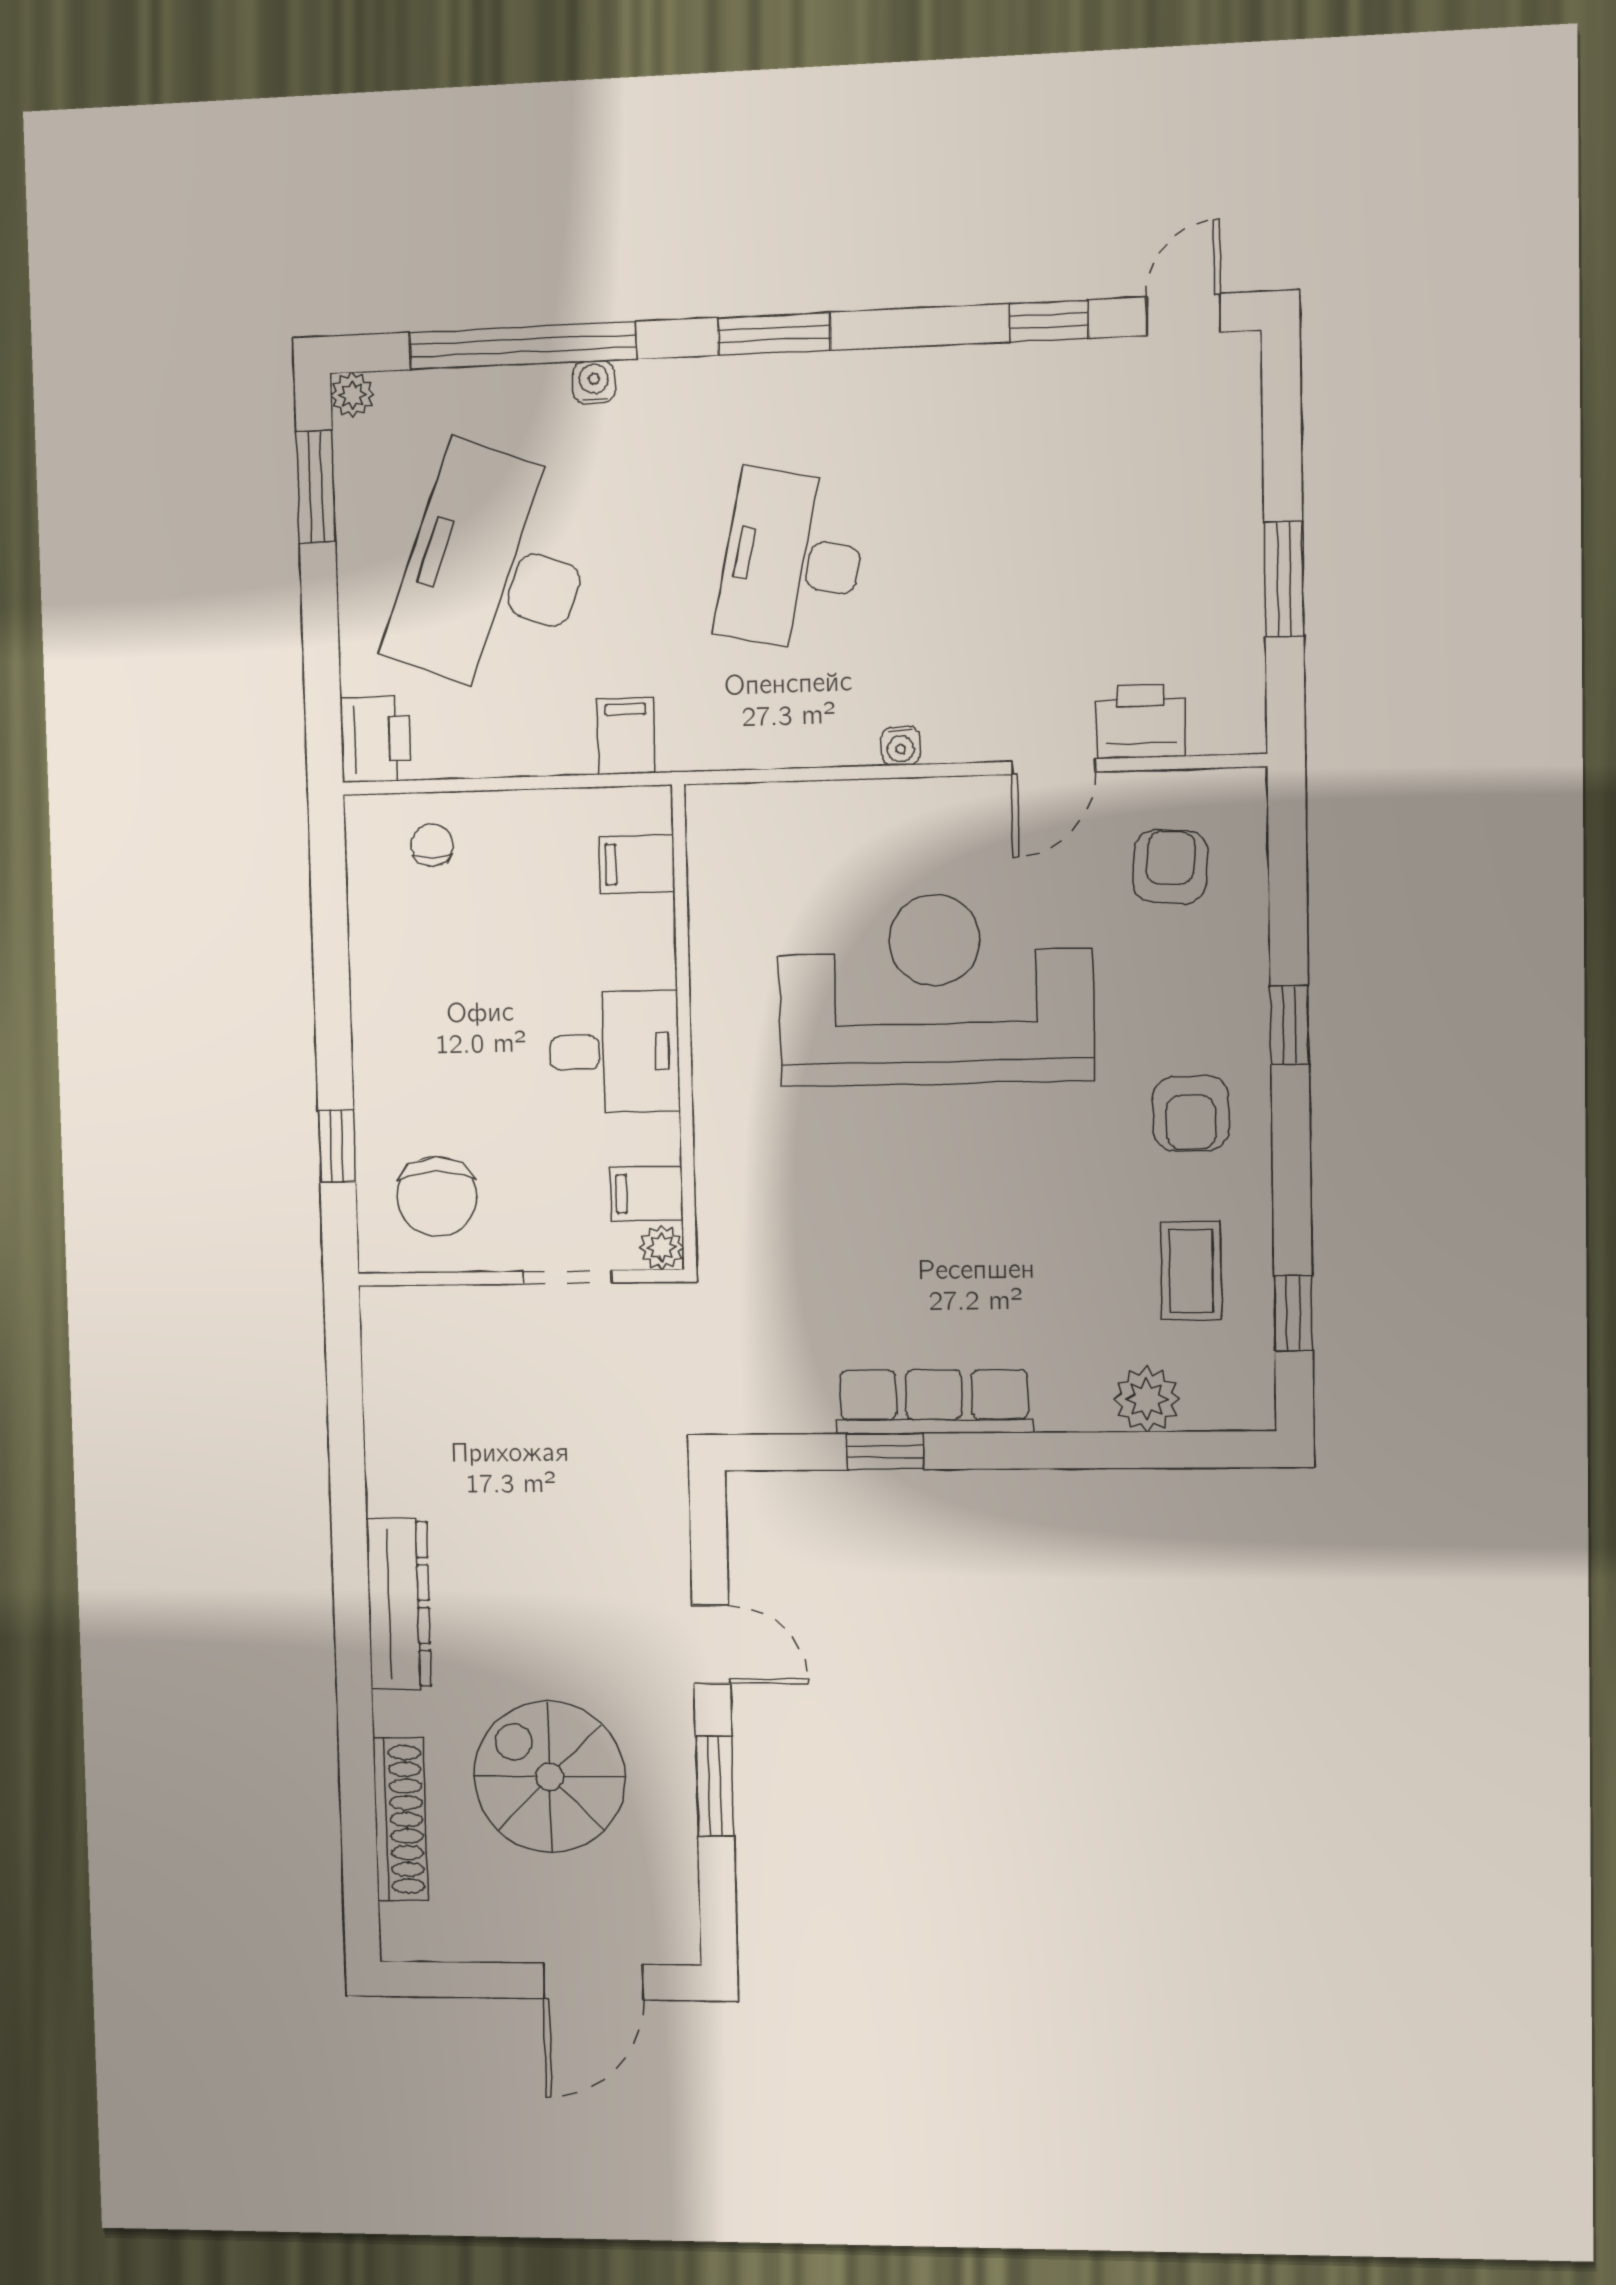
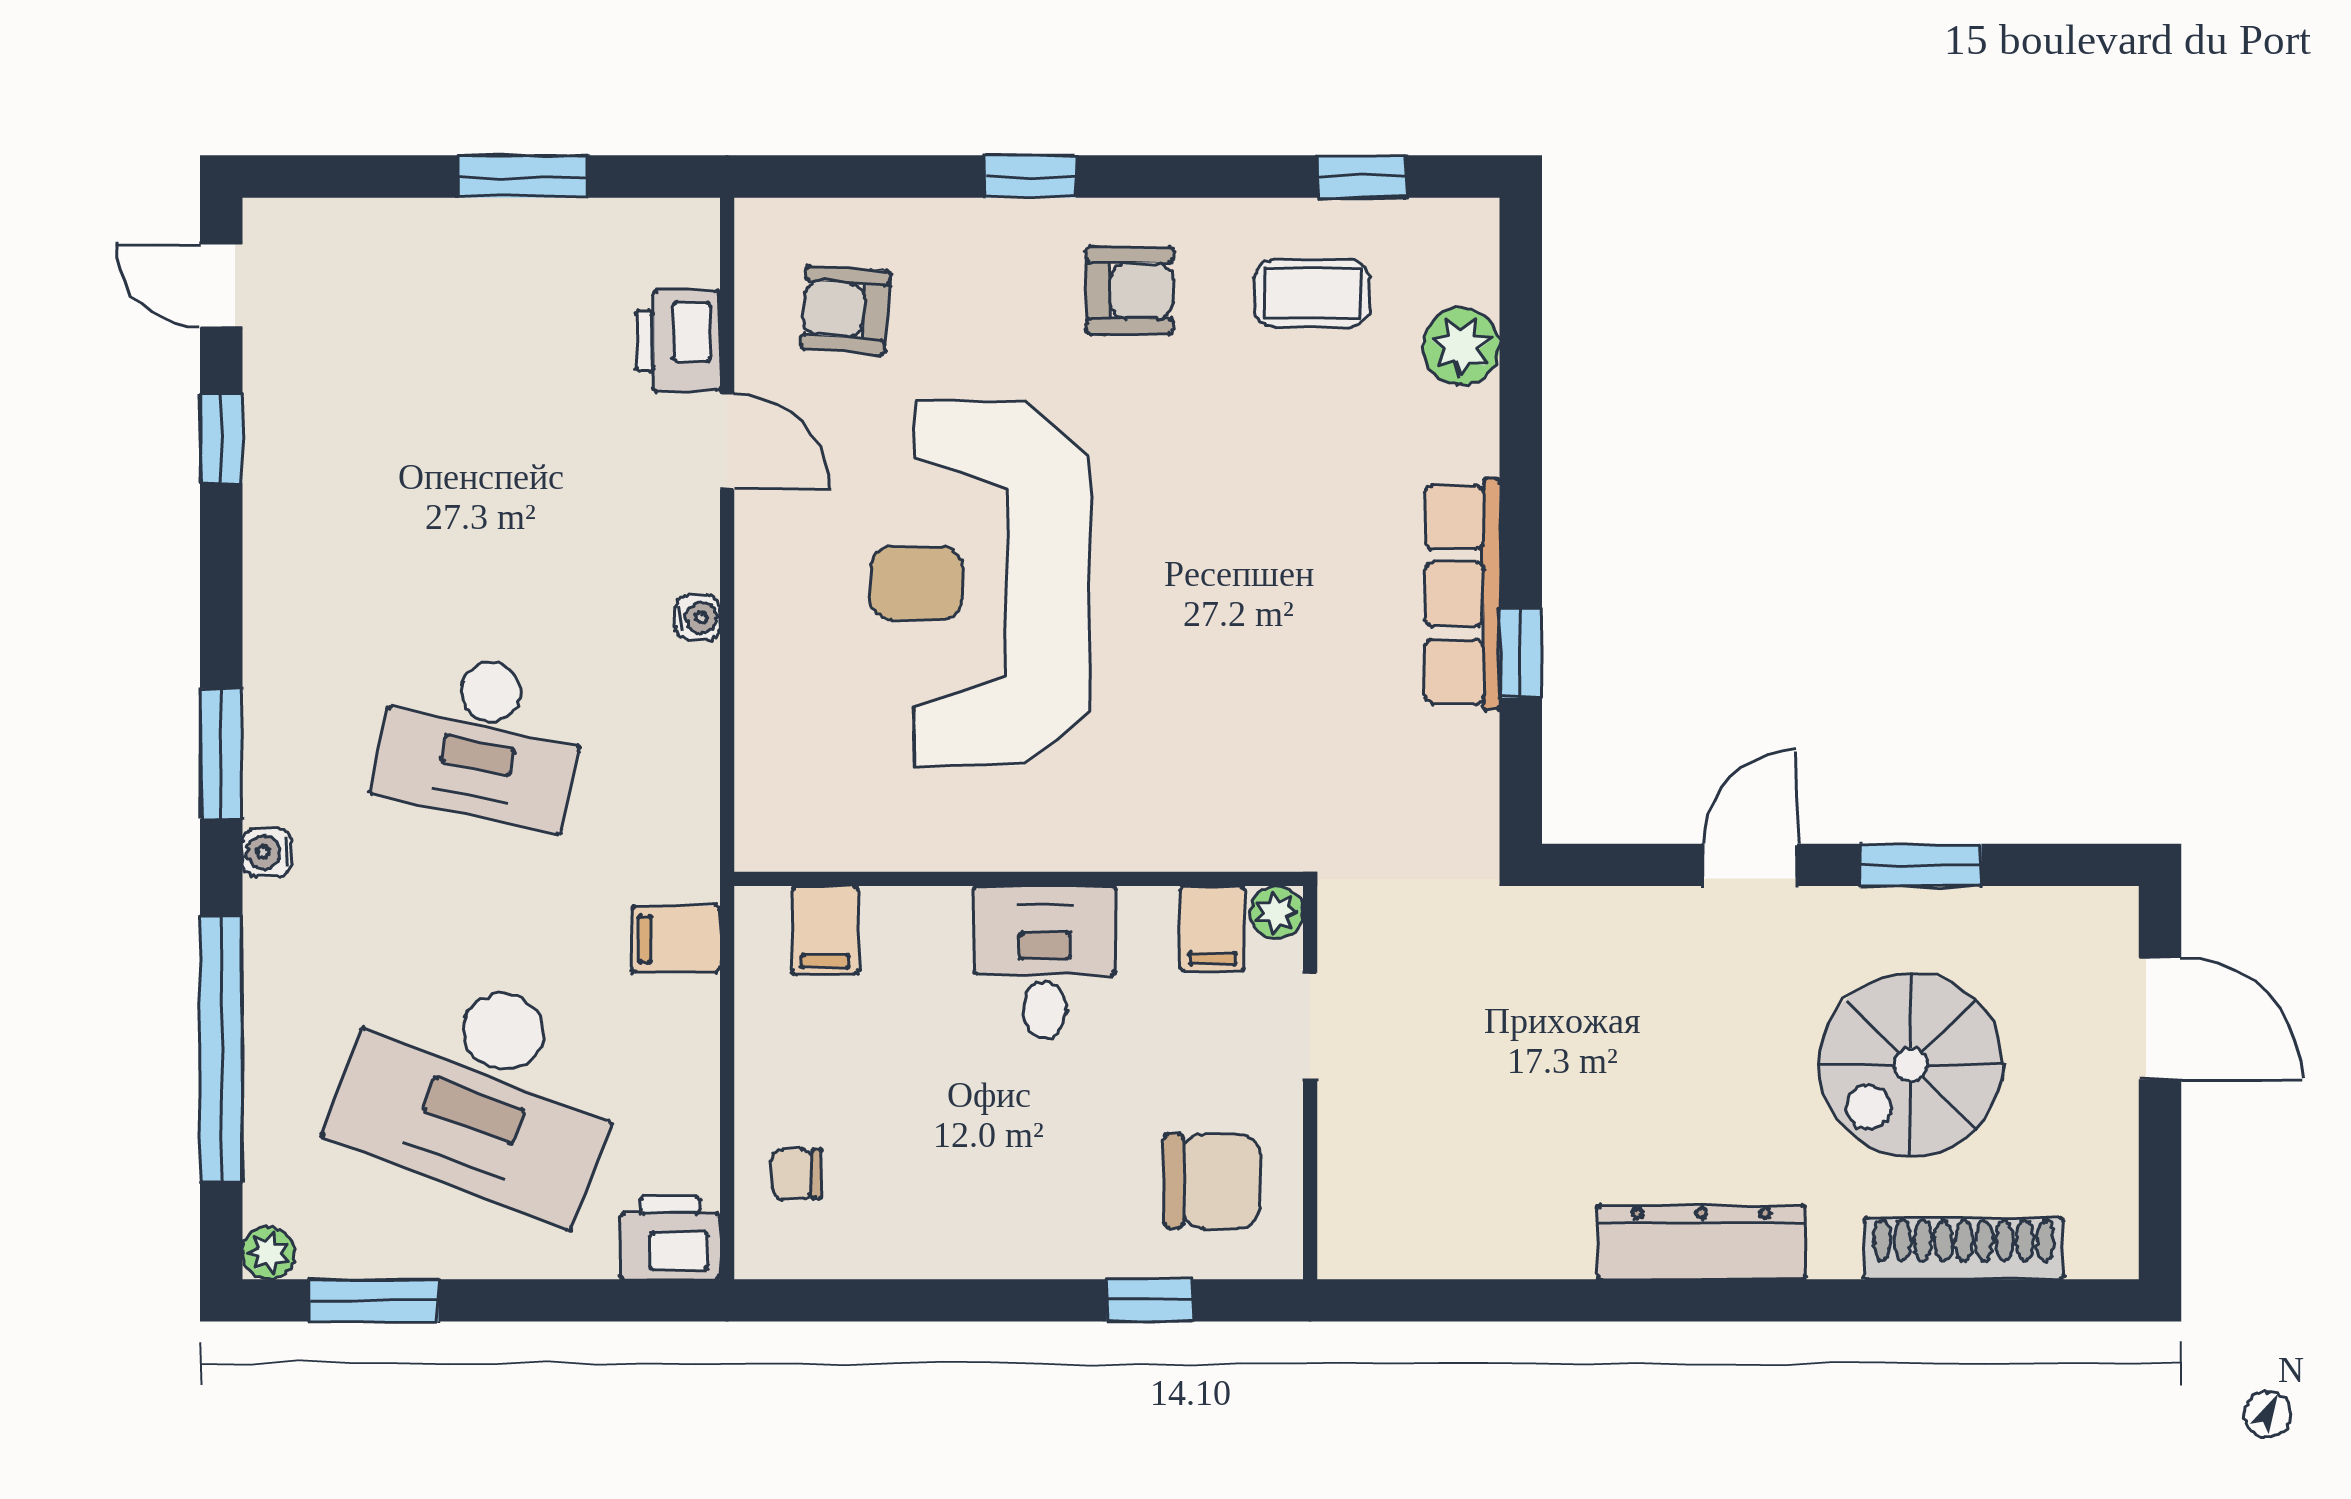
water cooler: (594, 382) -> (267, 852), moved

